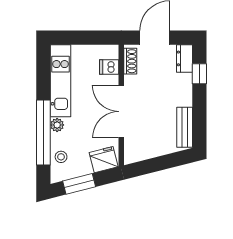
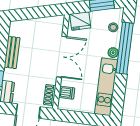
bench: (185, 127) -> (12, 52), moved

